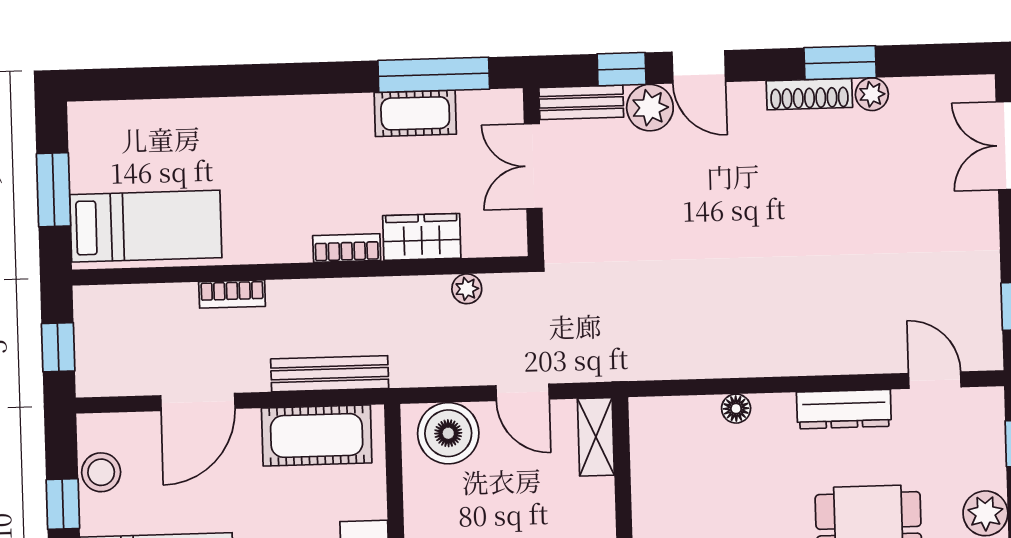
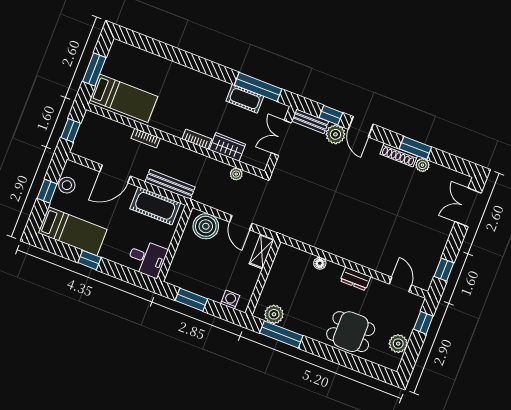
dresser: (844, 409) -> (355, 279), width x0.70

